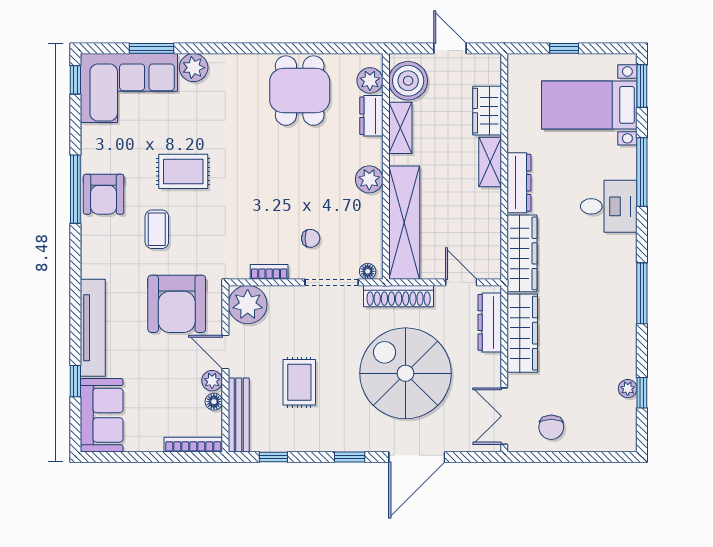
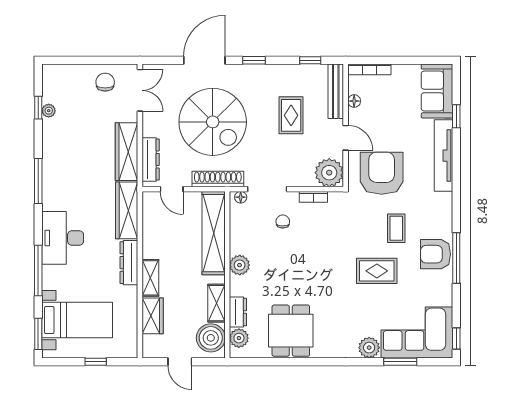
armchair: (104, 194) -> (436, 254), turned -90
desk: (609, 206) -> (63, 238), width x1.37
chair: (311, 238) -> (283, 222), turned 90
plant: (212, 381) -> (355, 116), removed

